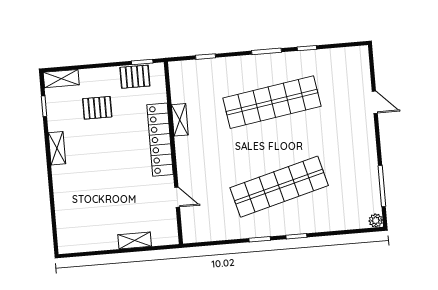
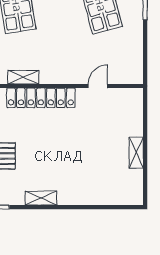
shelving: (135, 240) -> (136, 153), moved

